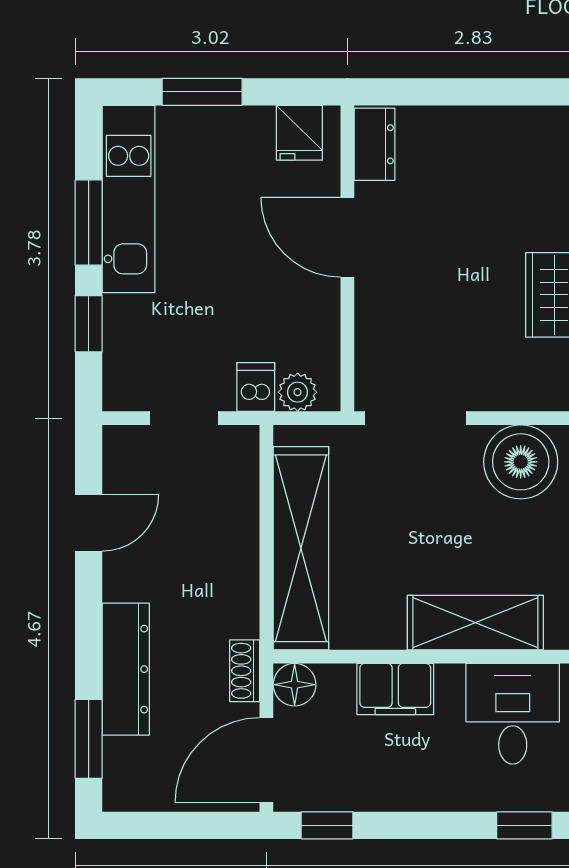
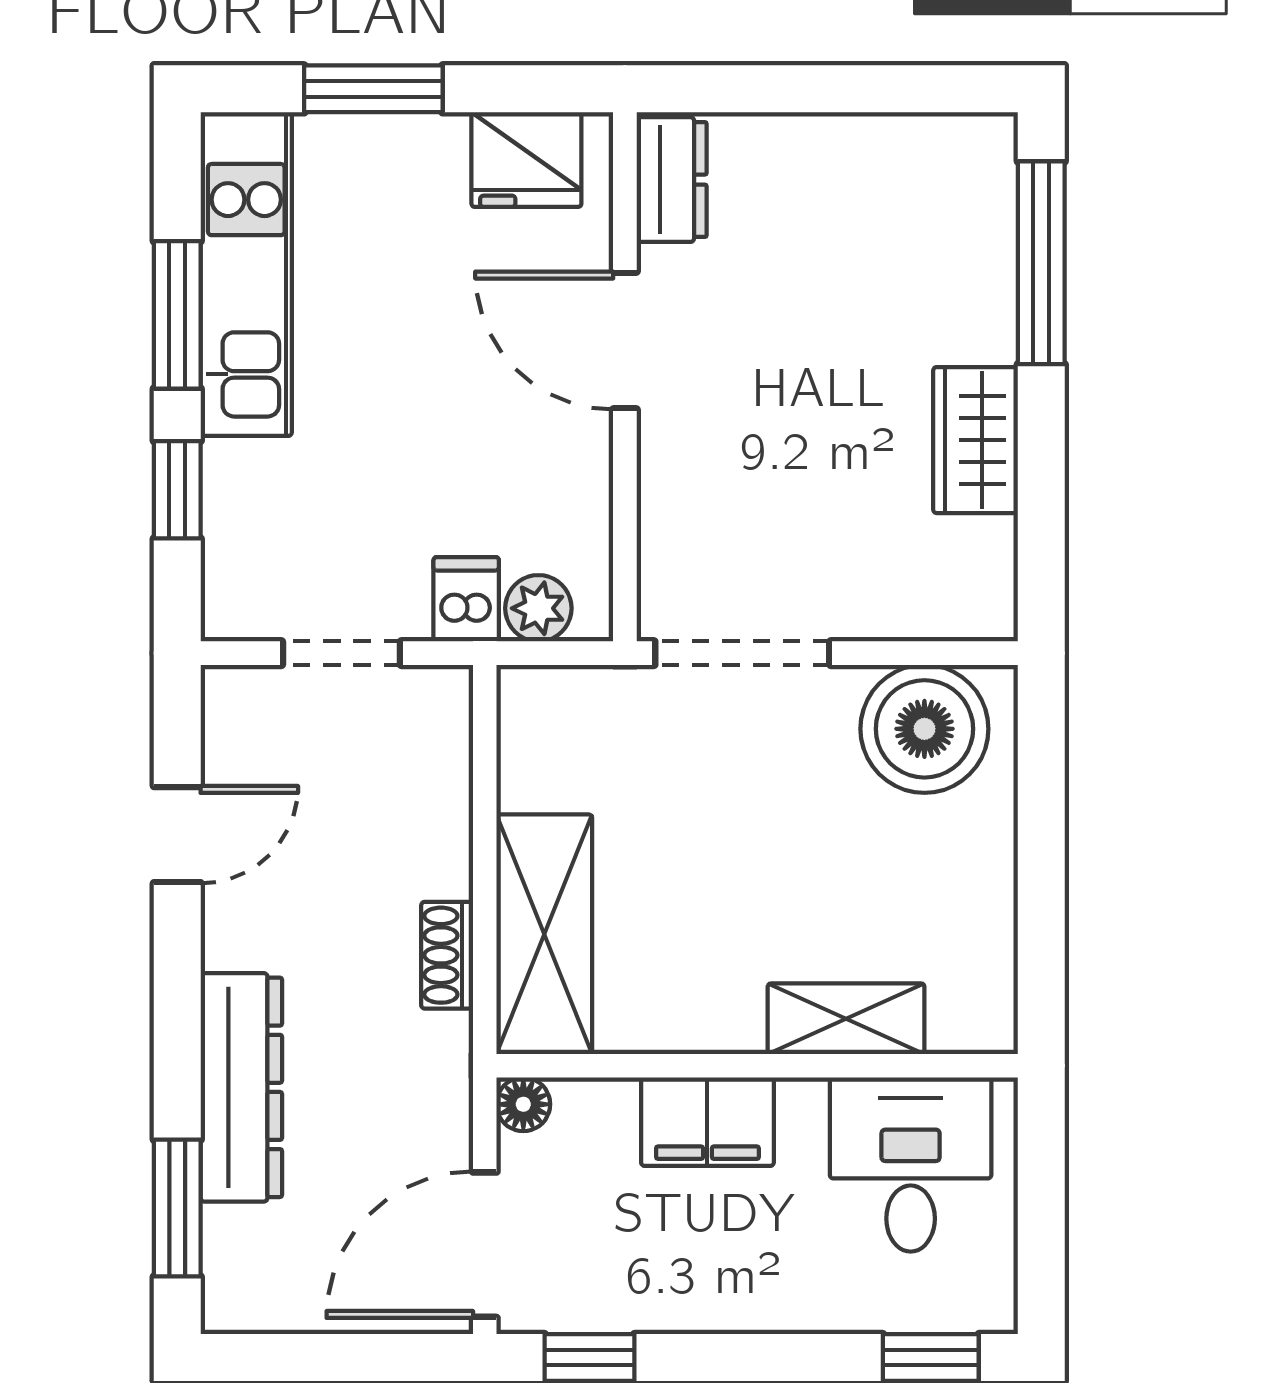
fridge: (299, 133) -> (526, 160), width x1.38
shelving: (301, 548) -> (544, 934), width x0.68
shelving: (475, 623) -> (846, 1019), width x0.67, depth x0.75
shoe rack: (245, 671) -> (447, 955), moved
floor lamp: (295, 685) -> (523, 1104), width x0.73, depth x0.73

